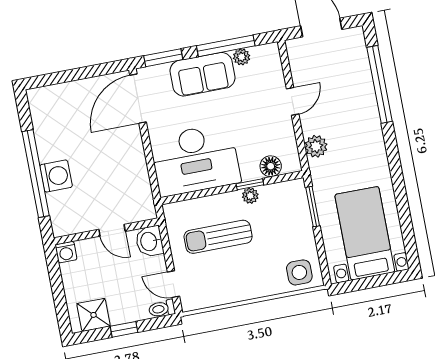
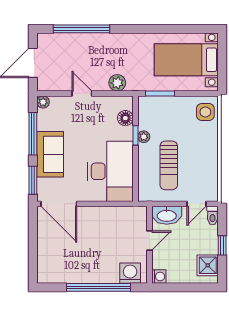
plant: (242, 57) -> (43, 102), moved
washing machine: (56, 176) -> (130, 273), moved
washbasin: (149, 241) -> (167, 215), width x1.38

